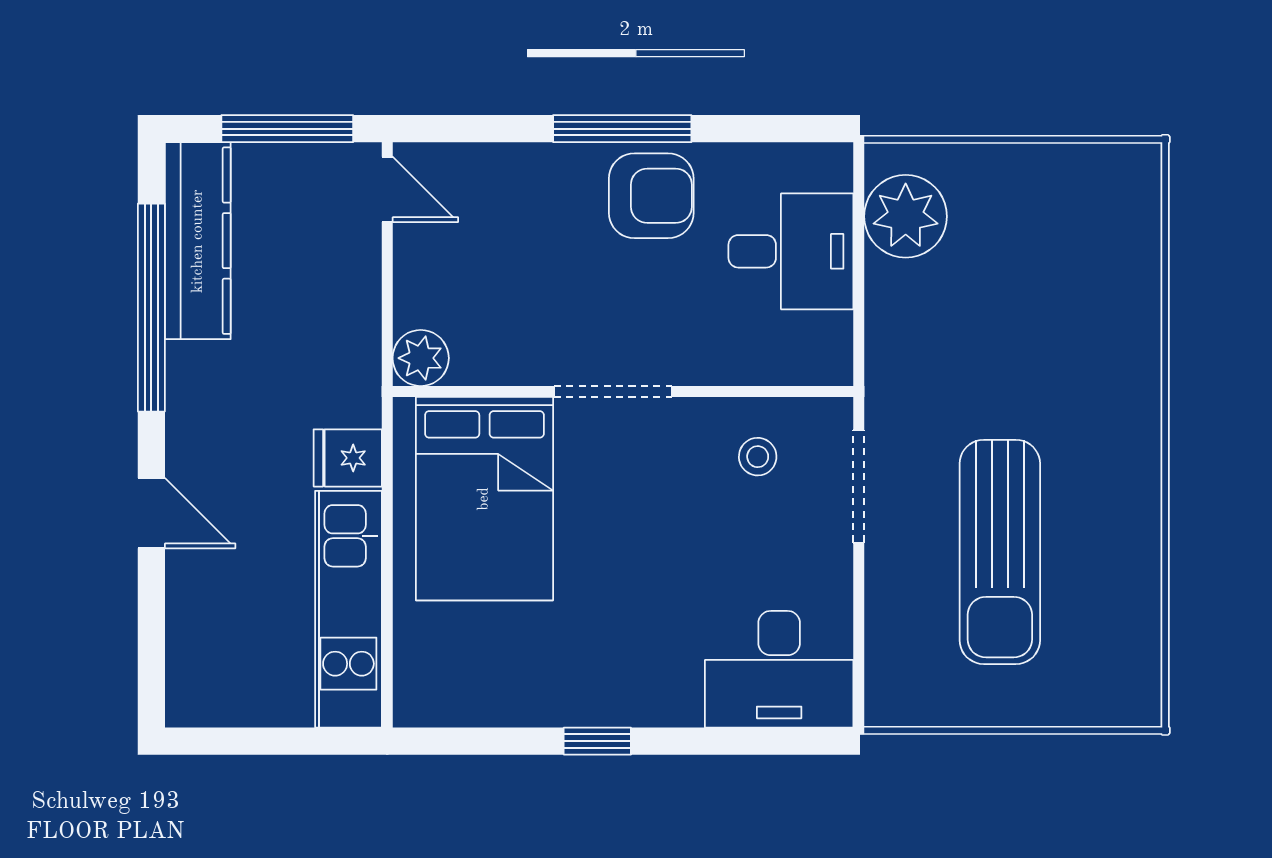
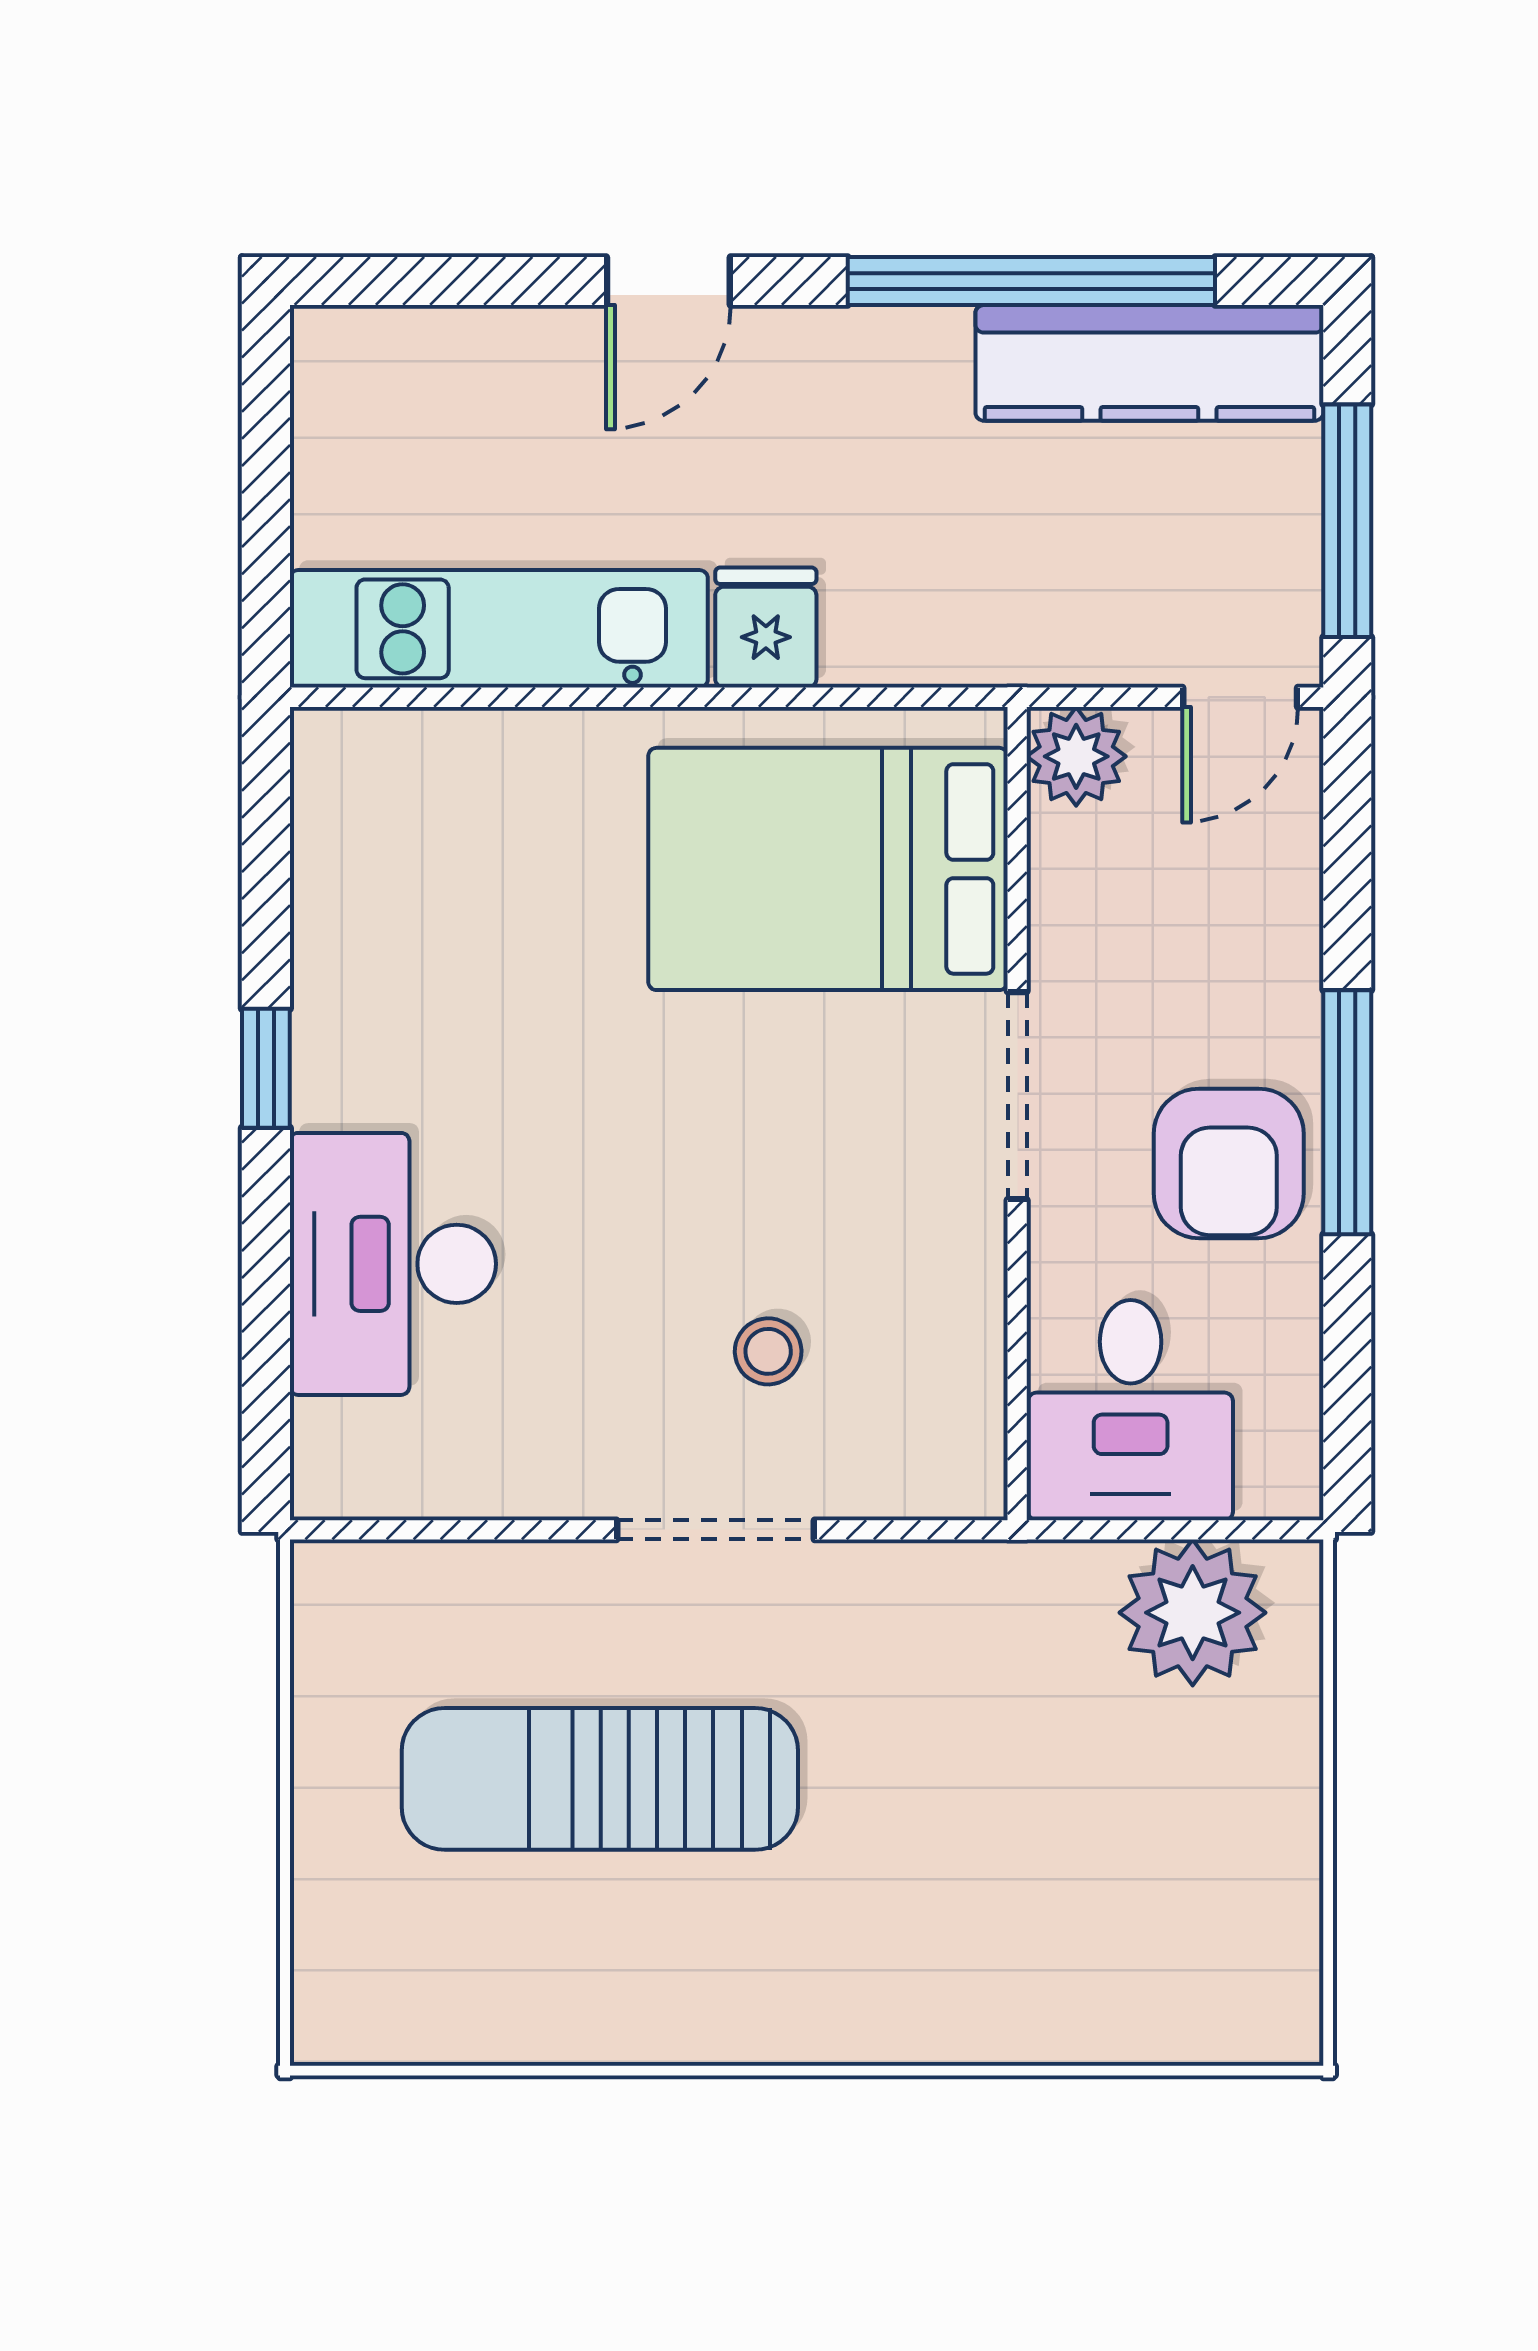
plant: (421, 358) -> (1076, 756), moved
doorway: (613, 392) -> (1017, 1096), moved
wall: (623, 392) -> (1017, 1114), moved
bed: (484, 499) -> (828, 869), moved
desk: (779, 669) -> (393, 1264), moved

